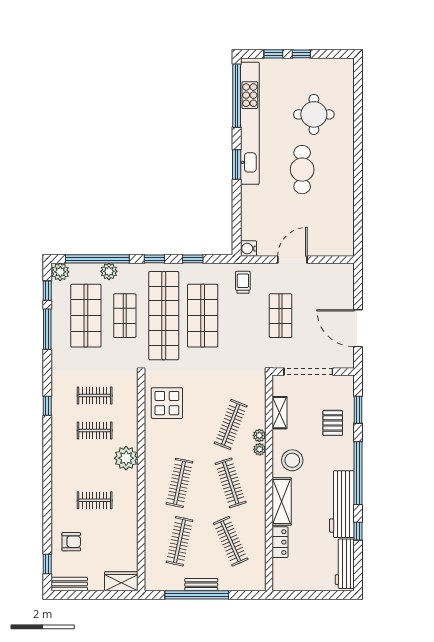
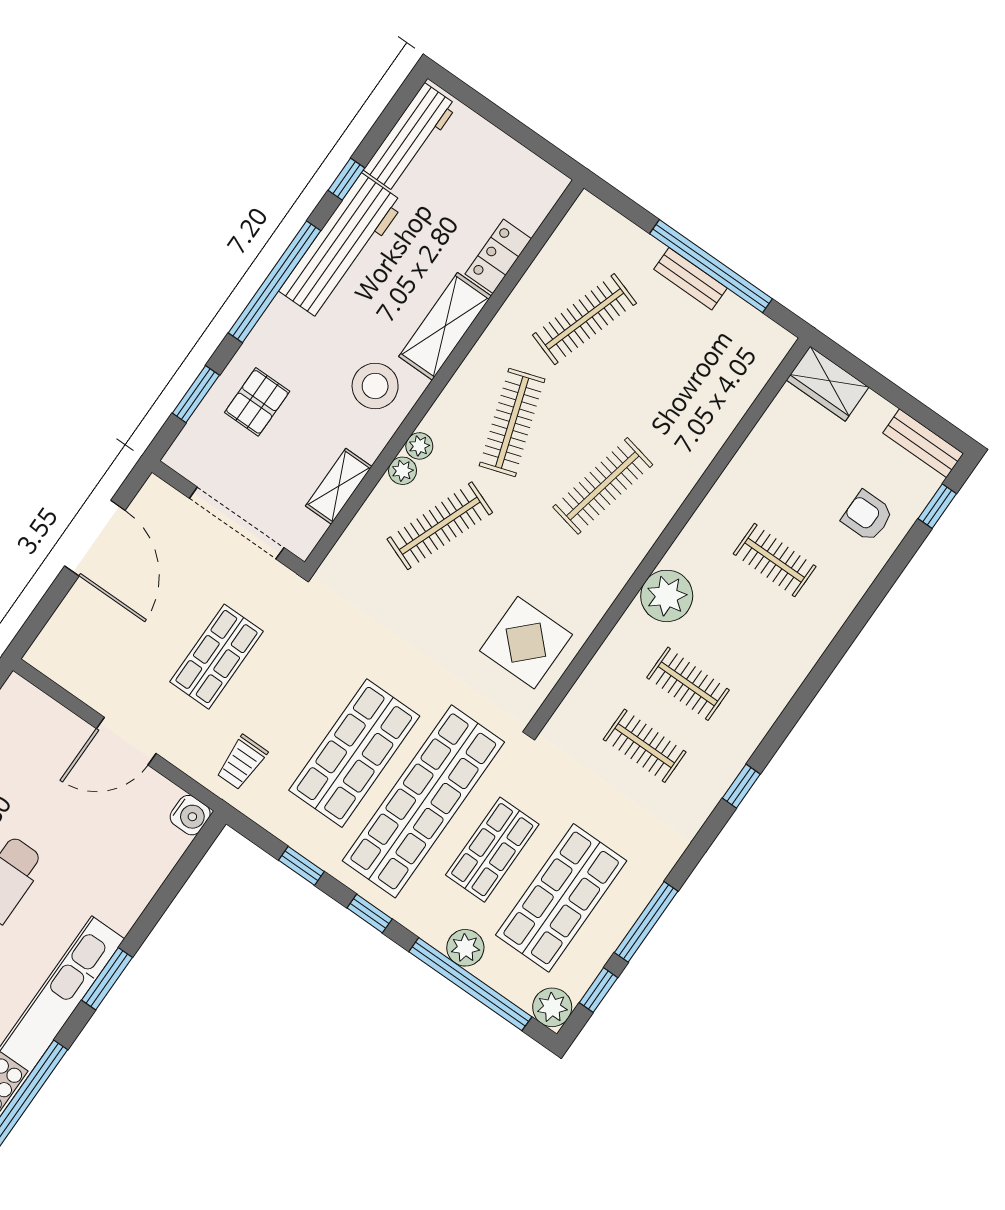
clothes rail: (179, 541) -> (675, 383), removed
clothes rail: (231, 541) -> (584, 319), turned 42

